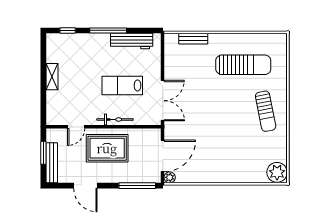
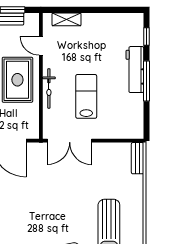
bench: (193, 39) -> (138, 158), moved
workbench: (132, 41) -> (135, 70), moved
shelving: (52, 77) -> (66, 19), moved

